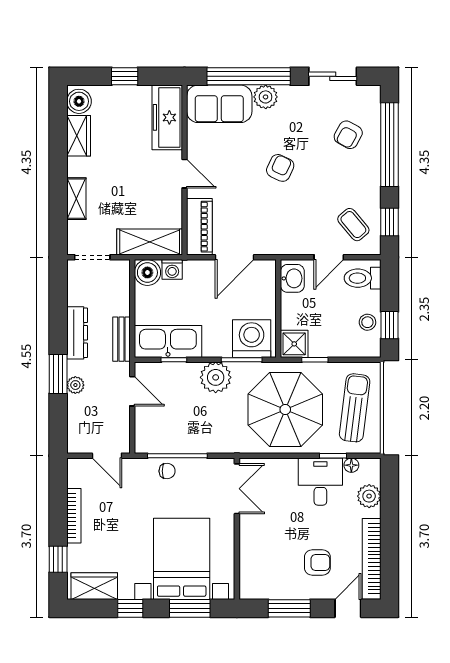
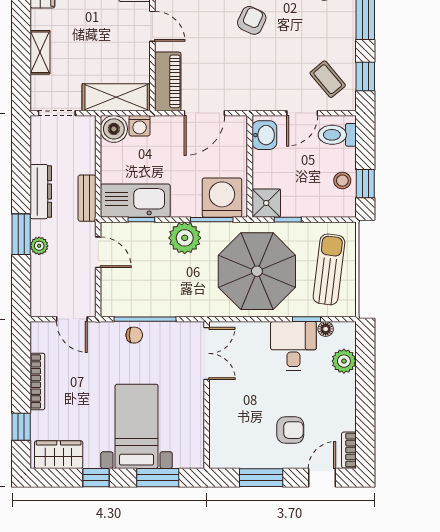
bed with nightstands: (182, 559) -> (137, 426), width x0.73
bookcase: (372, 559) -> (349, 450), width x0.43, depth x0.76

